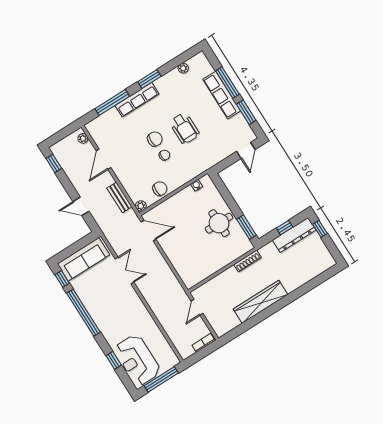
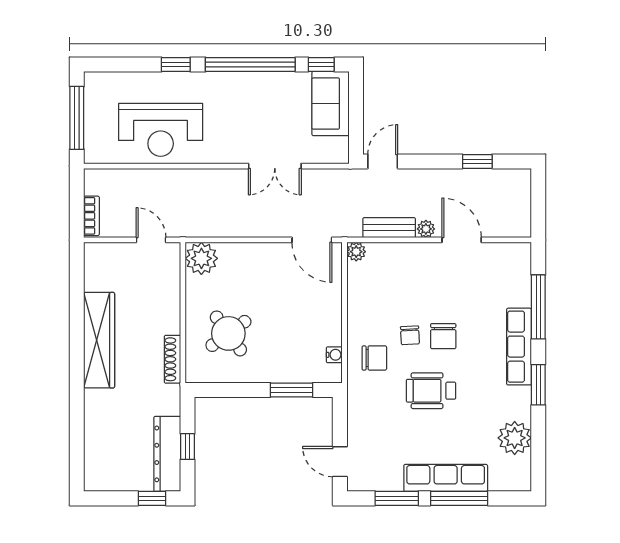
plant: (183, 68) -> (515, 438), width x1.88, depth x1.88
plant: (83, 138) -> (426, 229), moved
window: (54, 163) -> (477, 161), moved
chair: (160, 189) -> (374, 358), moved, turned -90
door: (81, 206) -> (383, 161), moved
round table: (219, 223) -> (228, 333), moved, turned -36
window: (246, 227) -> (292, 390), moved
door: (149, 231) -> (312, 240), hinge flipped
sofa: (83, 259) -> (331, 104), width x0.73
plant: (191, 278) -> (201, 258), added
window: (114, 360) -> (176, 65), moved
reception desk: (137, 360) -> (161, 130), moved, turned 180

